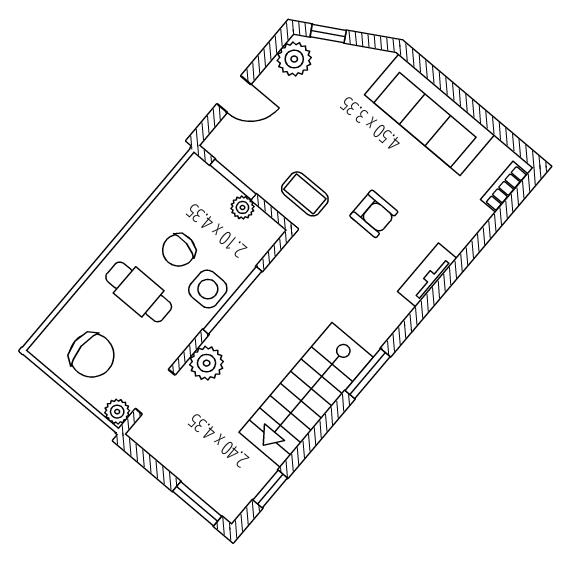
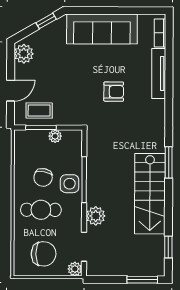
window: (328, 34) -> (46, 21), moved
coffee table: (305, 194) -> (39, 110), moved
tv unit: (427, 275) -> (159, 73), moved, width x1.41

